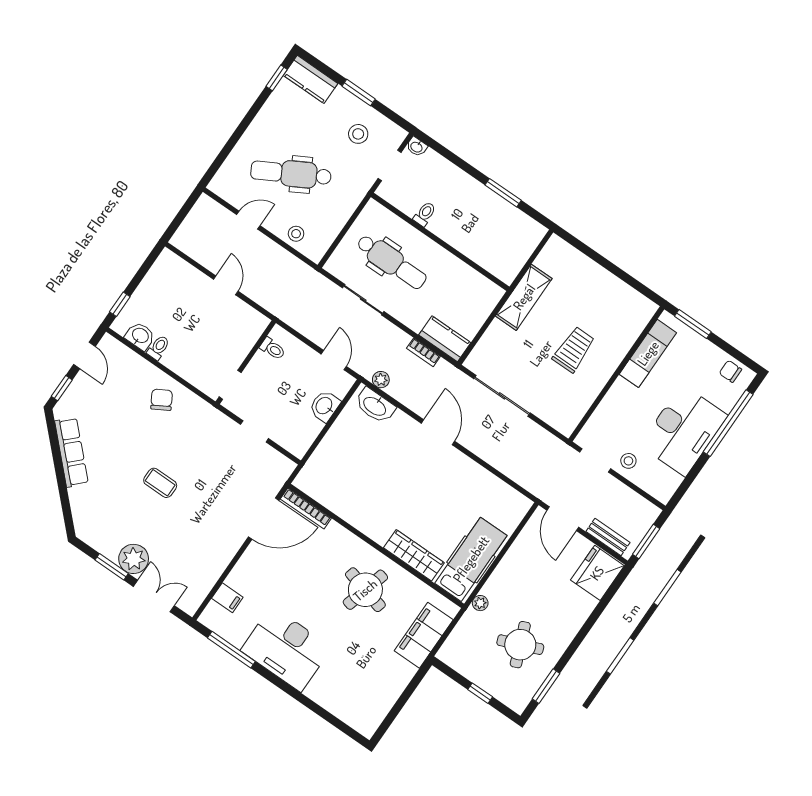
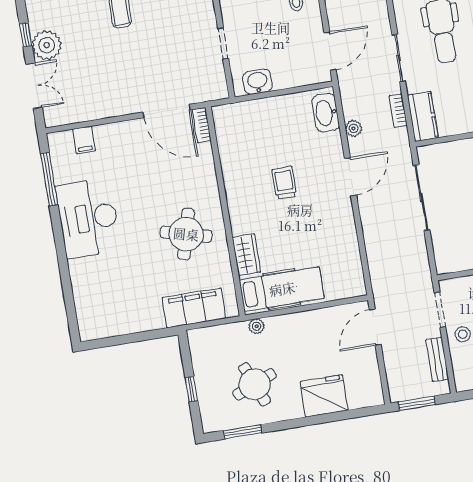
sliding door: (363, 300) -> (399, 58), moved
door: (334, 360) -> (330, 51), width x1.38
plant: (381, 380) -> (354, 128), moved
washbasin: (325, 406) -> (257, 82), moved
trolley: (397, 484) -> (284, 183), added
bookcase: (306, 509) -> (202, 125), width x0.64
bench: (608, 537) -> (437, 359), moved
wardrobe: (414, 555) -> (246, 255), width x0.67
window: (112, 567) -> (26, 35), width x0.67
fridge: (597, 573) -> (324, 396), moved

